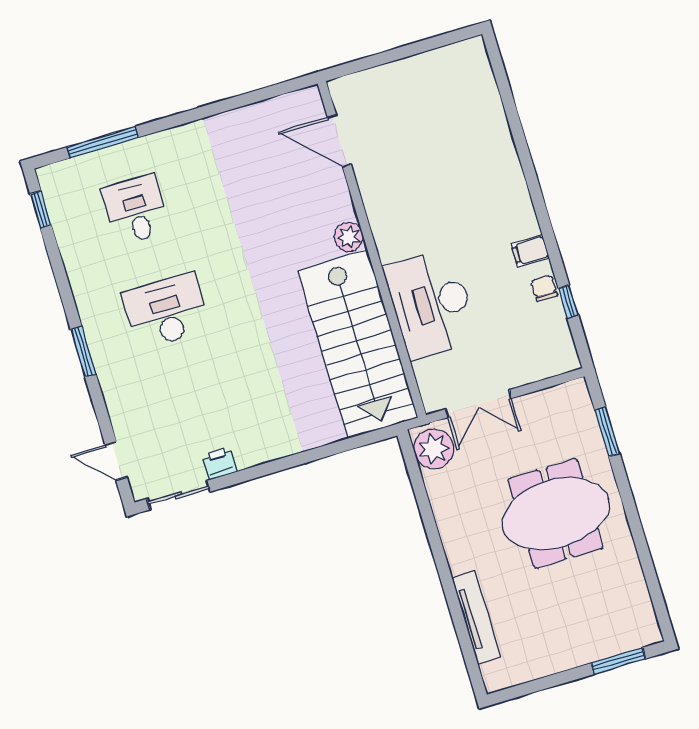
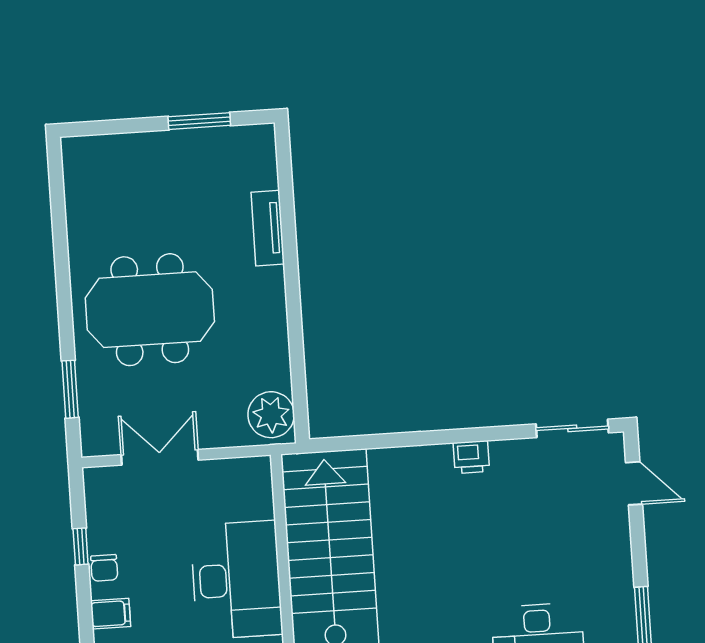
double door: (478, 404) -> (160, 457), moved
printer: (219, 463) -> (471, 457), moved
tv unit: (476, 617) -> (268, 228), width x0.71
window: (618, 661) -> (199, 121), moved

